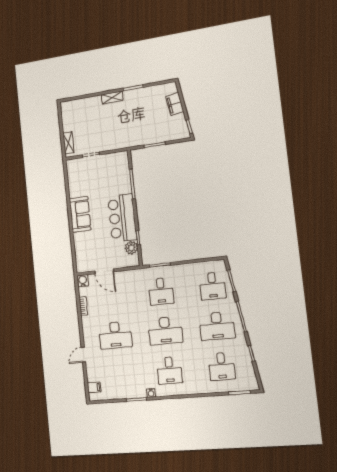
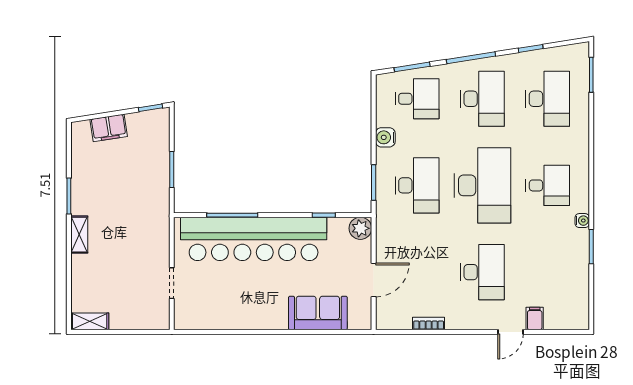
shelving: (68, 143) -> (90, 321), moved
sofa: (80, 214) -> (318, 313), moved
bar counter: (122, 218) -> (254, 239), width x1.86
plant: (131, 248) -> (360, 228), moved
water cooler: (83, 281) -> (385, 137), moved
desk: (161, 291) -> (417, 185), width x1.37
desk: (165, 331) -> (482, 185), width x1.36, depth x1.30
door: (83, 355) -> (511, 332), hinge flipped
desk: (222, 366) -> (548, 99), width x1.37
filing cabinet: (94, 387) -> (535, 319), moved

